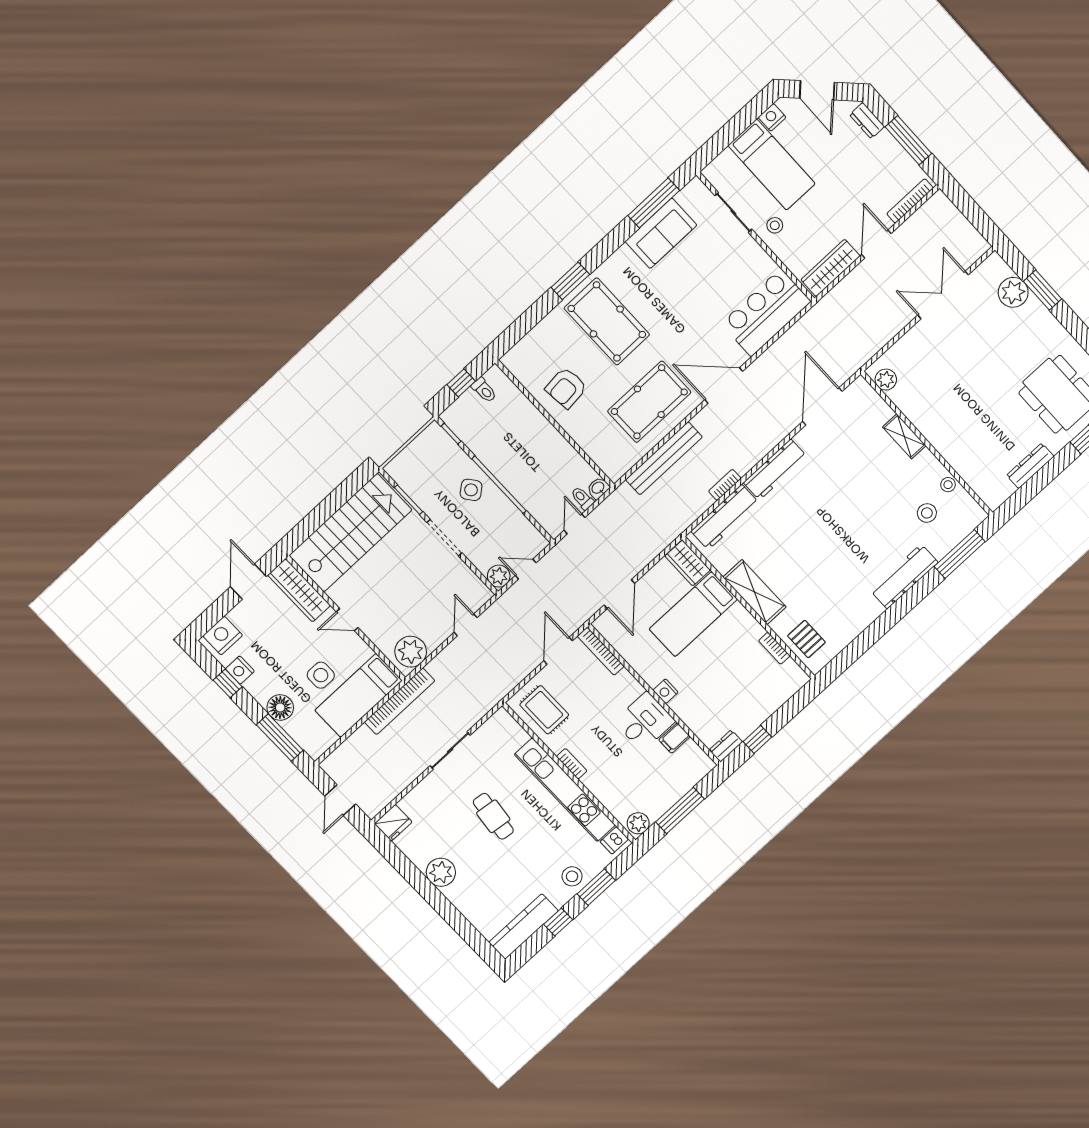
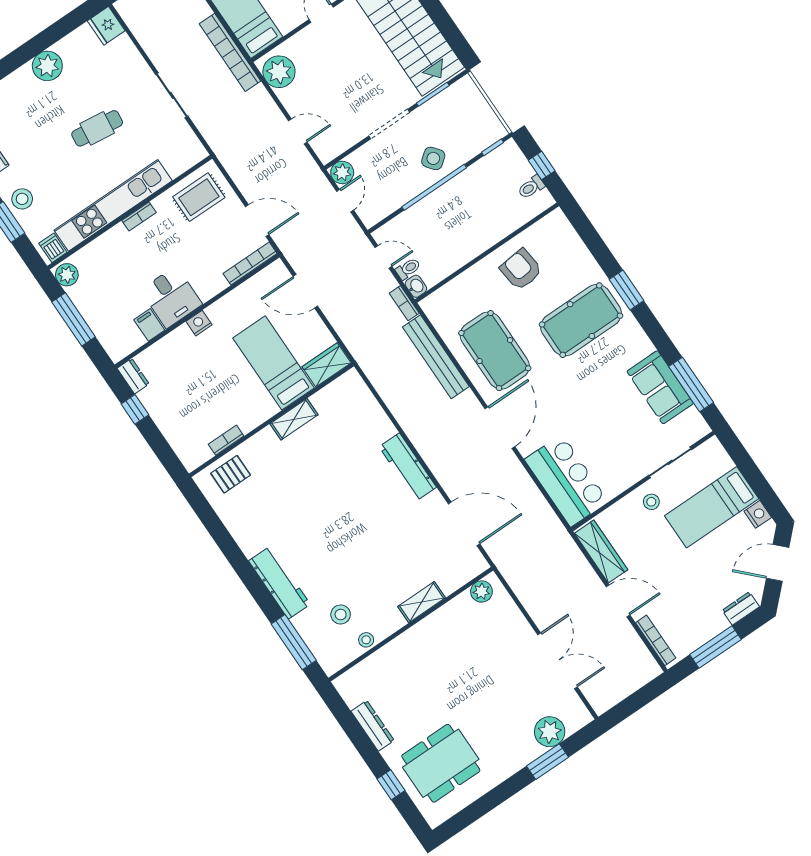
bookcase: (725, 485) -> (404, 303), moved, turned 180
workbench: (725, 517) -> (367, 410), removed
shelving: (755, 592) -> (294, 419), width x0.67, depth x0.75

